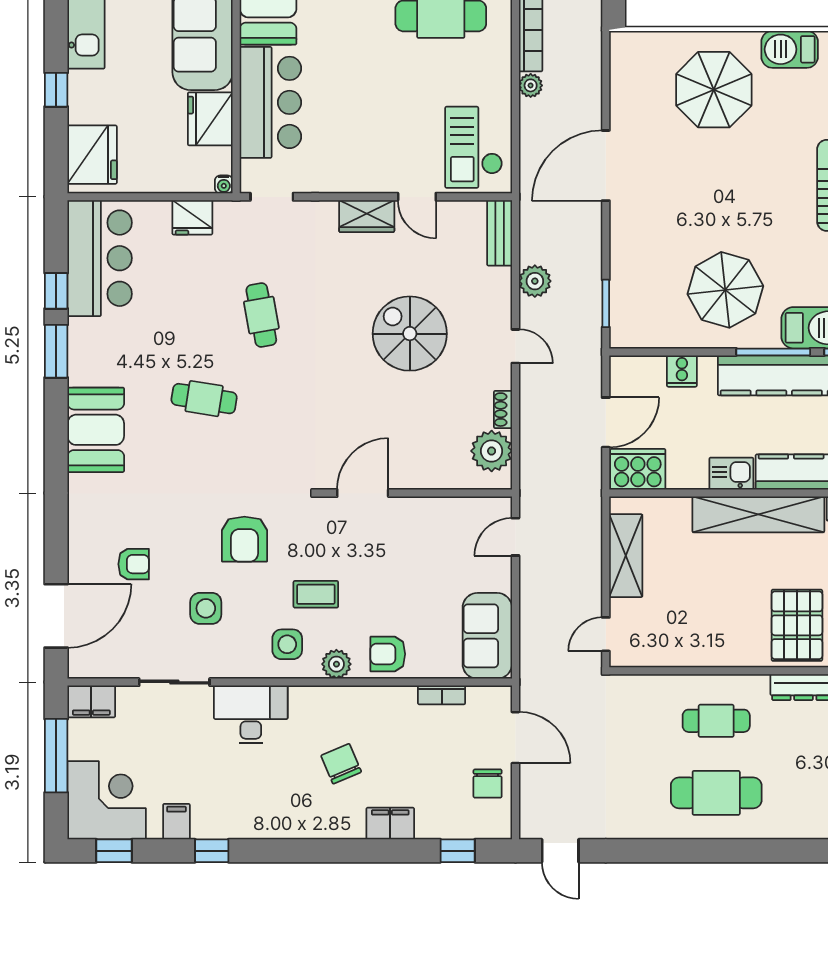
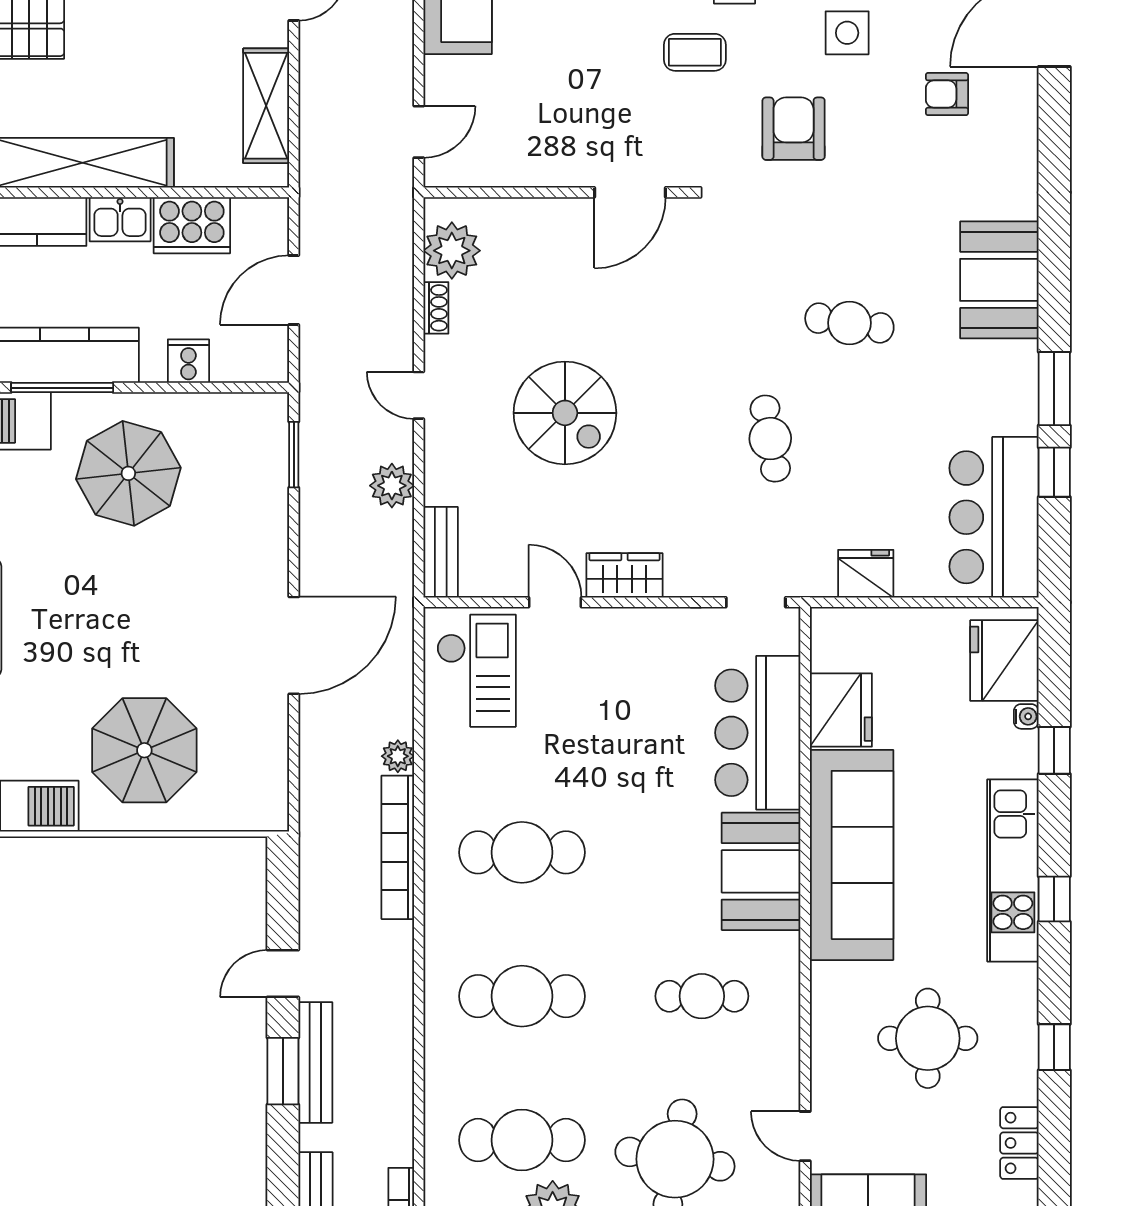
water cooler: (224, 184) -> (1026, 716), moved, turned 90
cooker: (638, 469) -> (192, 225), moved

